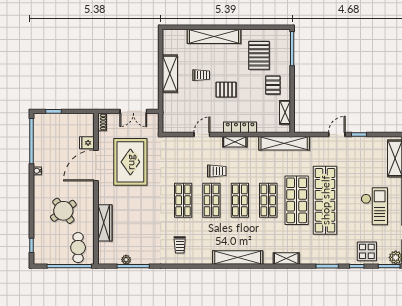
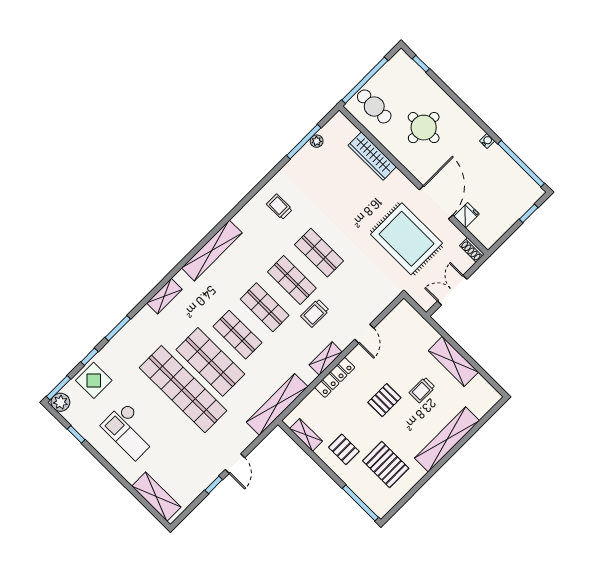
round table: (63, 211) -> (424, 128), turned 37

